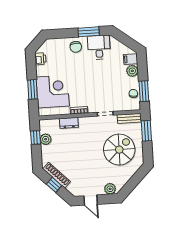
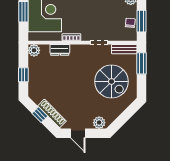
window: (36, 137) -> (23, 75), moved
plant: (46, 139) -> (34, 50), moved
spiral stairs: (119, 150) -> (112, 82), turned 90
shoe rack: (57, 175) -> (52, 113), moved

